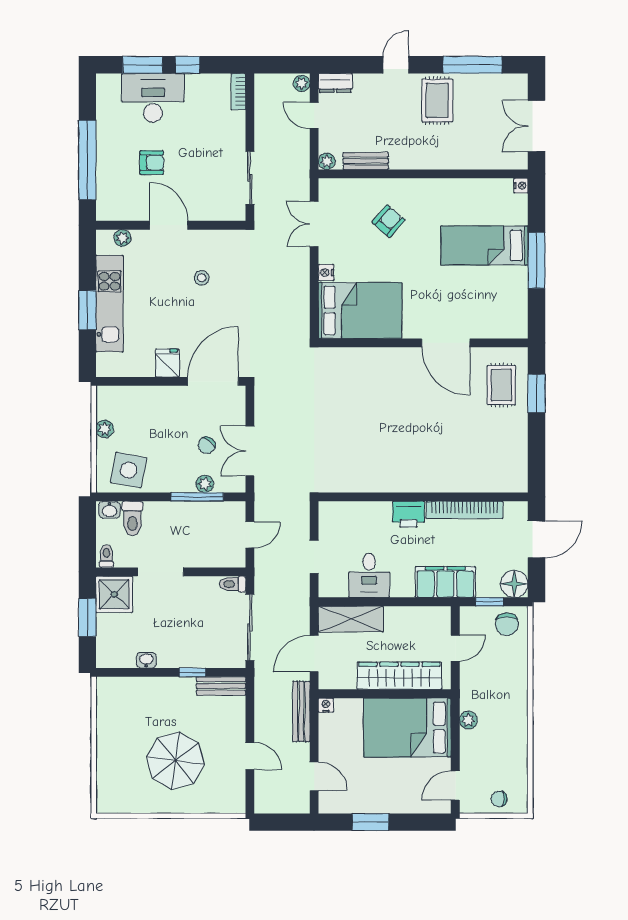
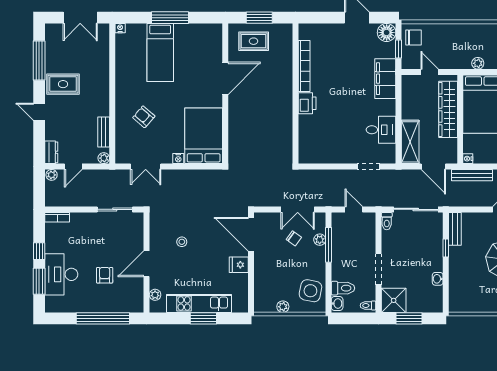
wall: (423, 497) -> (295, 94), moved
bookcase: (464, 510) -> (304, 66), moved
printer: (409, 514) -> (307, 103), moved

